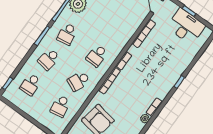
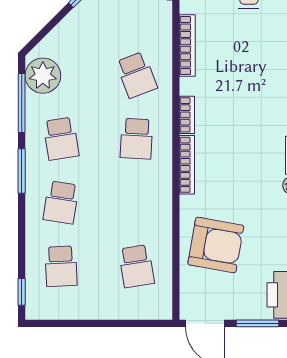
school desk: (79, 81) -> (136, 75), moved, turned -45

